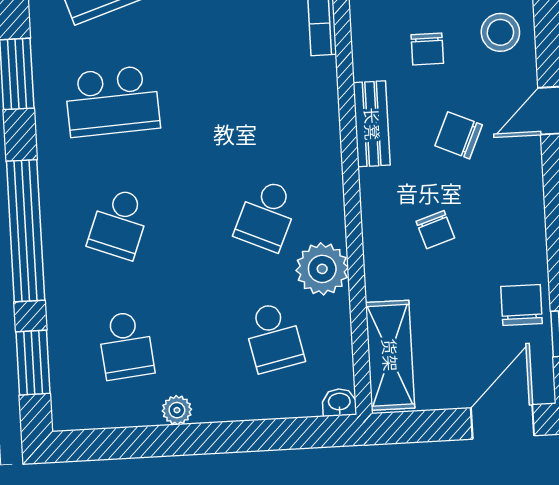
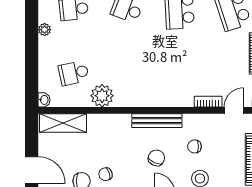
bench: (372, 124) -> (157, 121), width x1.36
school desk: (267, 215) -> (127, 73), removed
chair: (435, 230) -> (105, 174), moved

